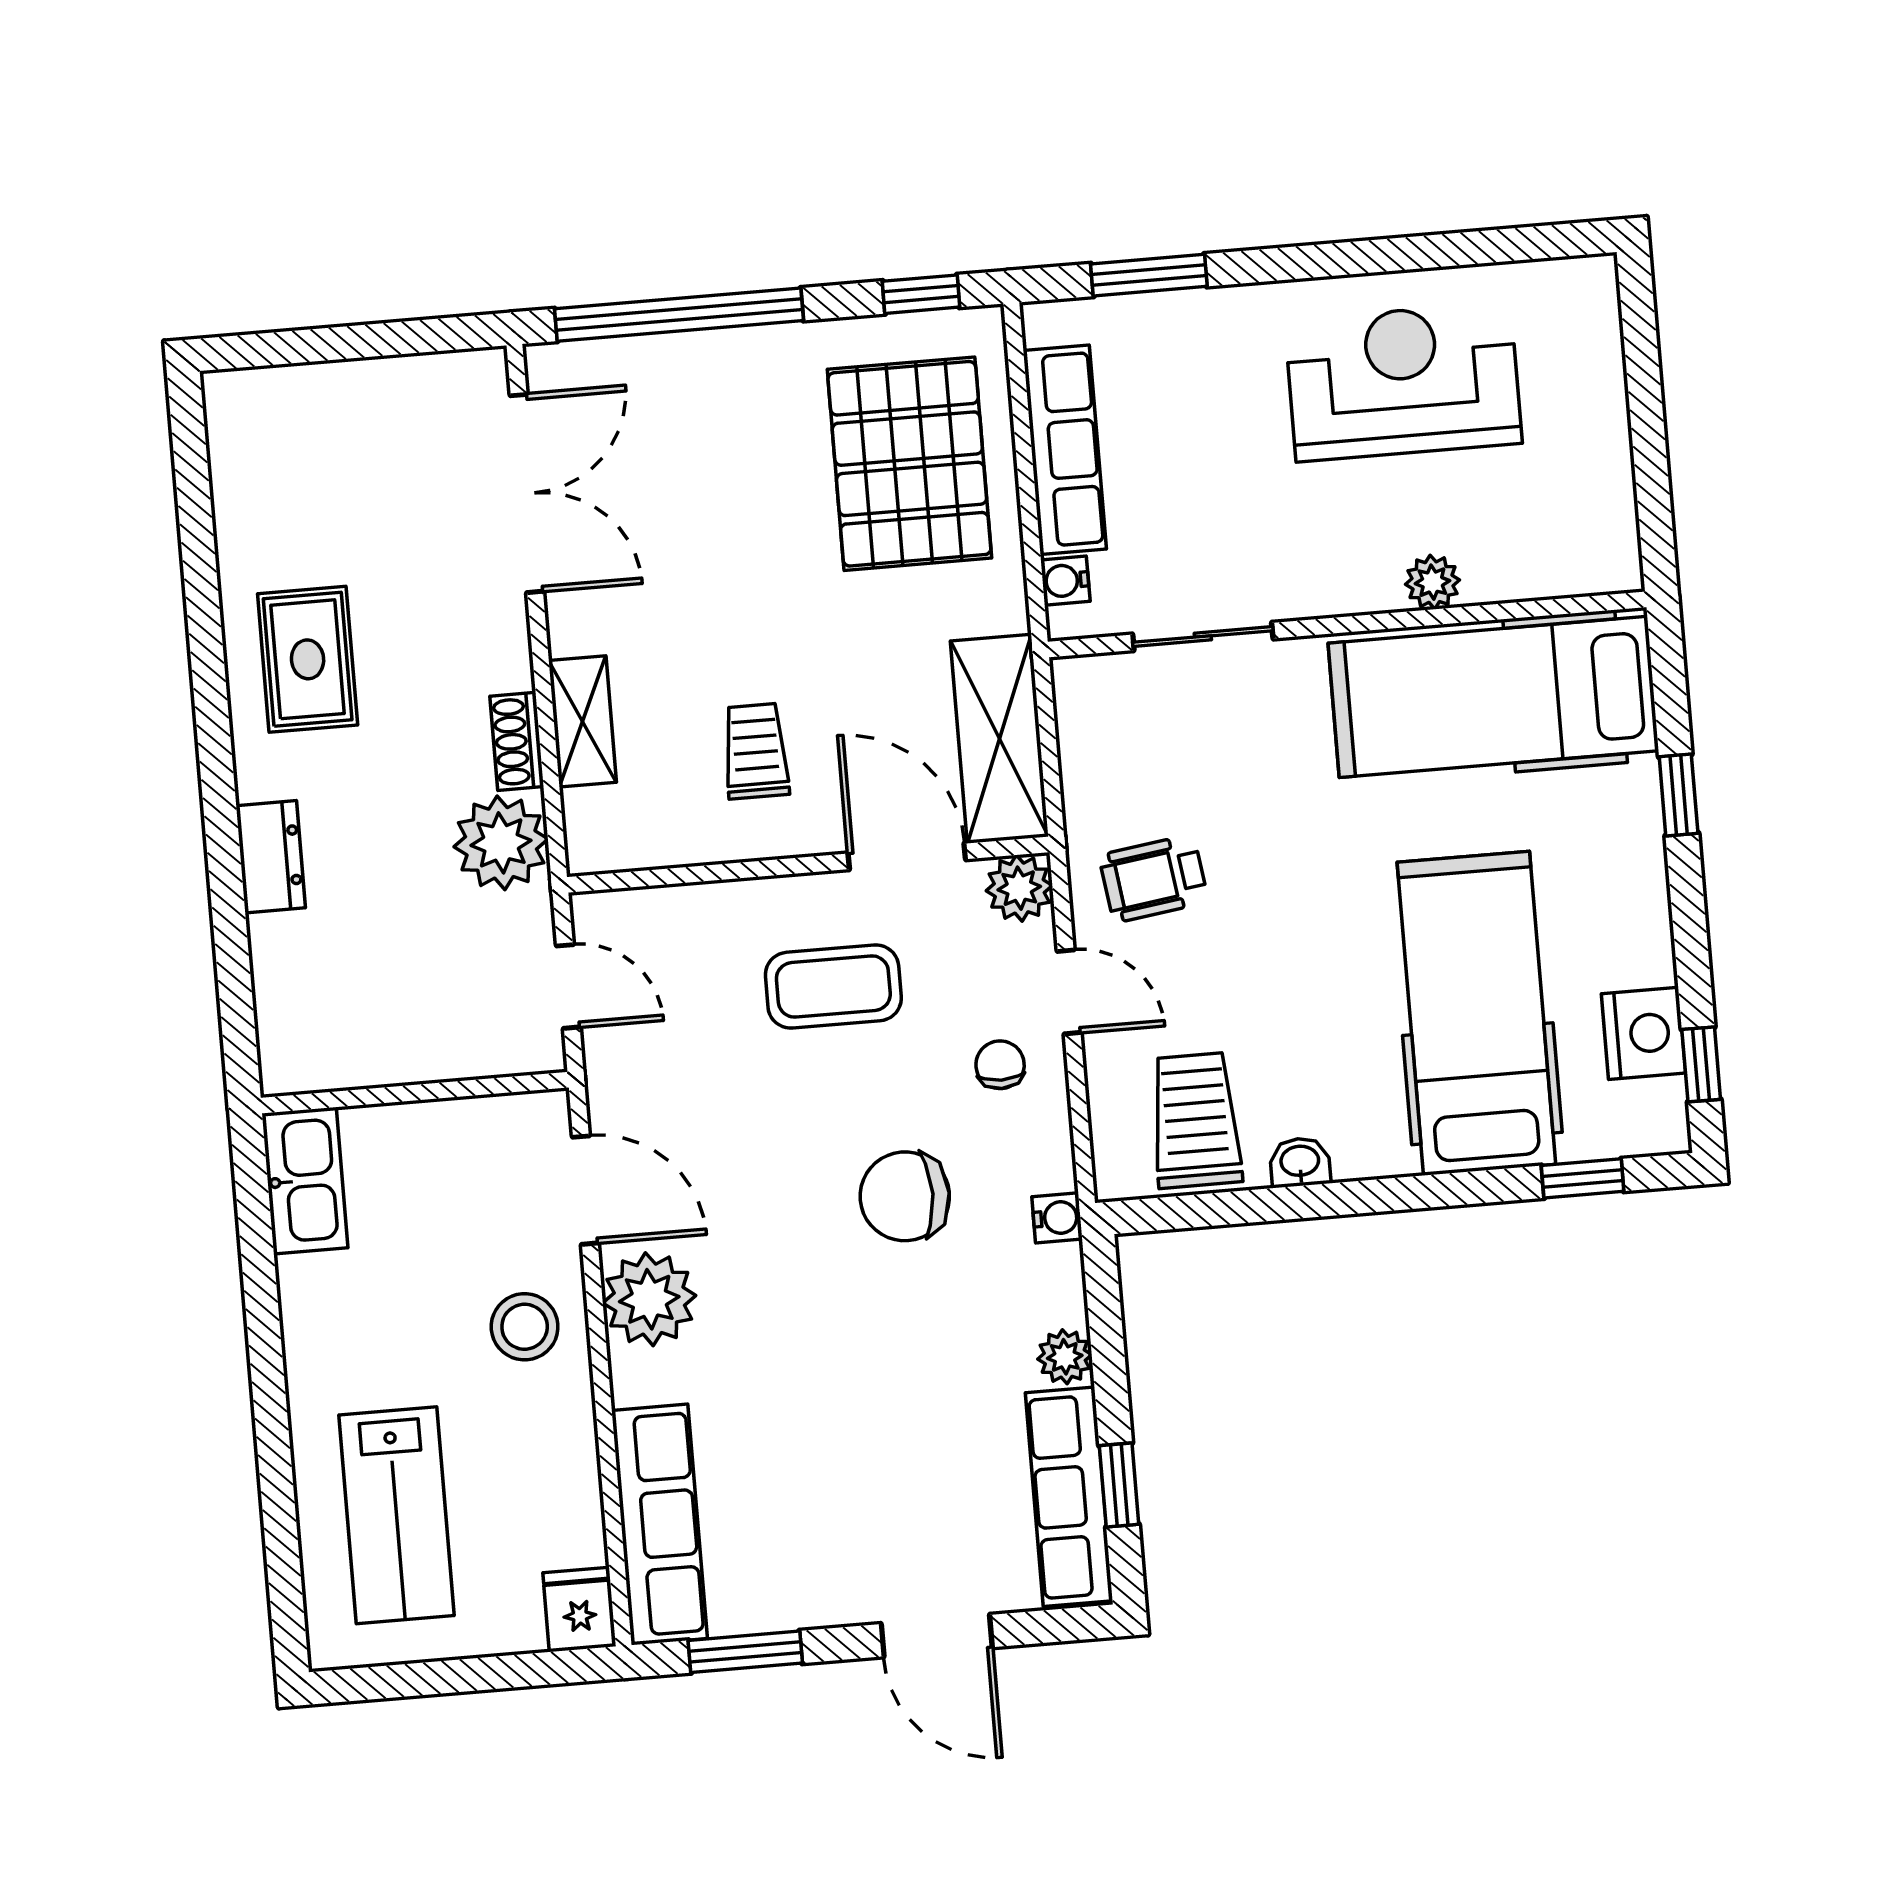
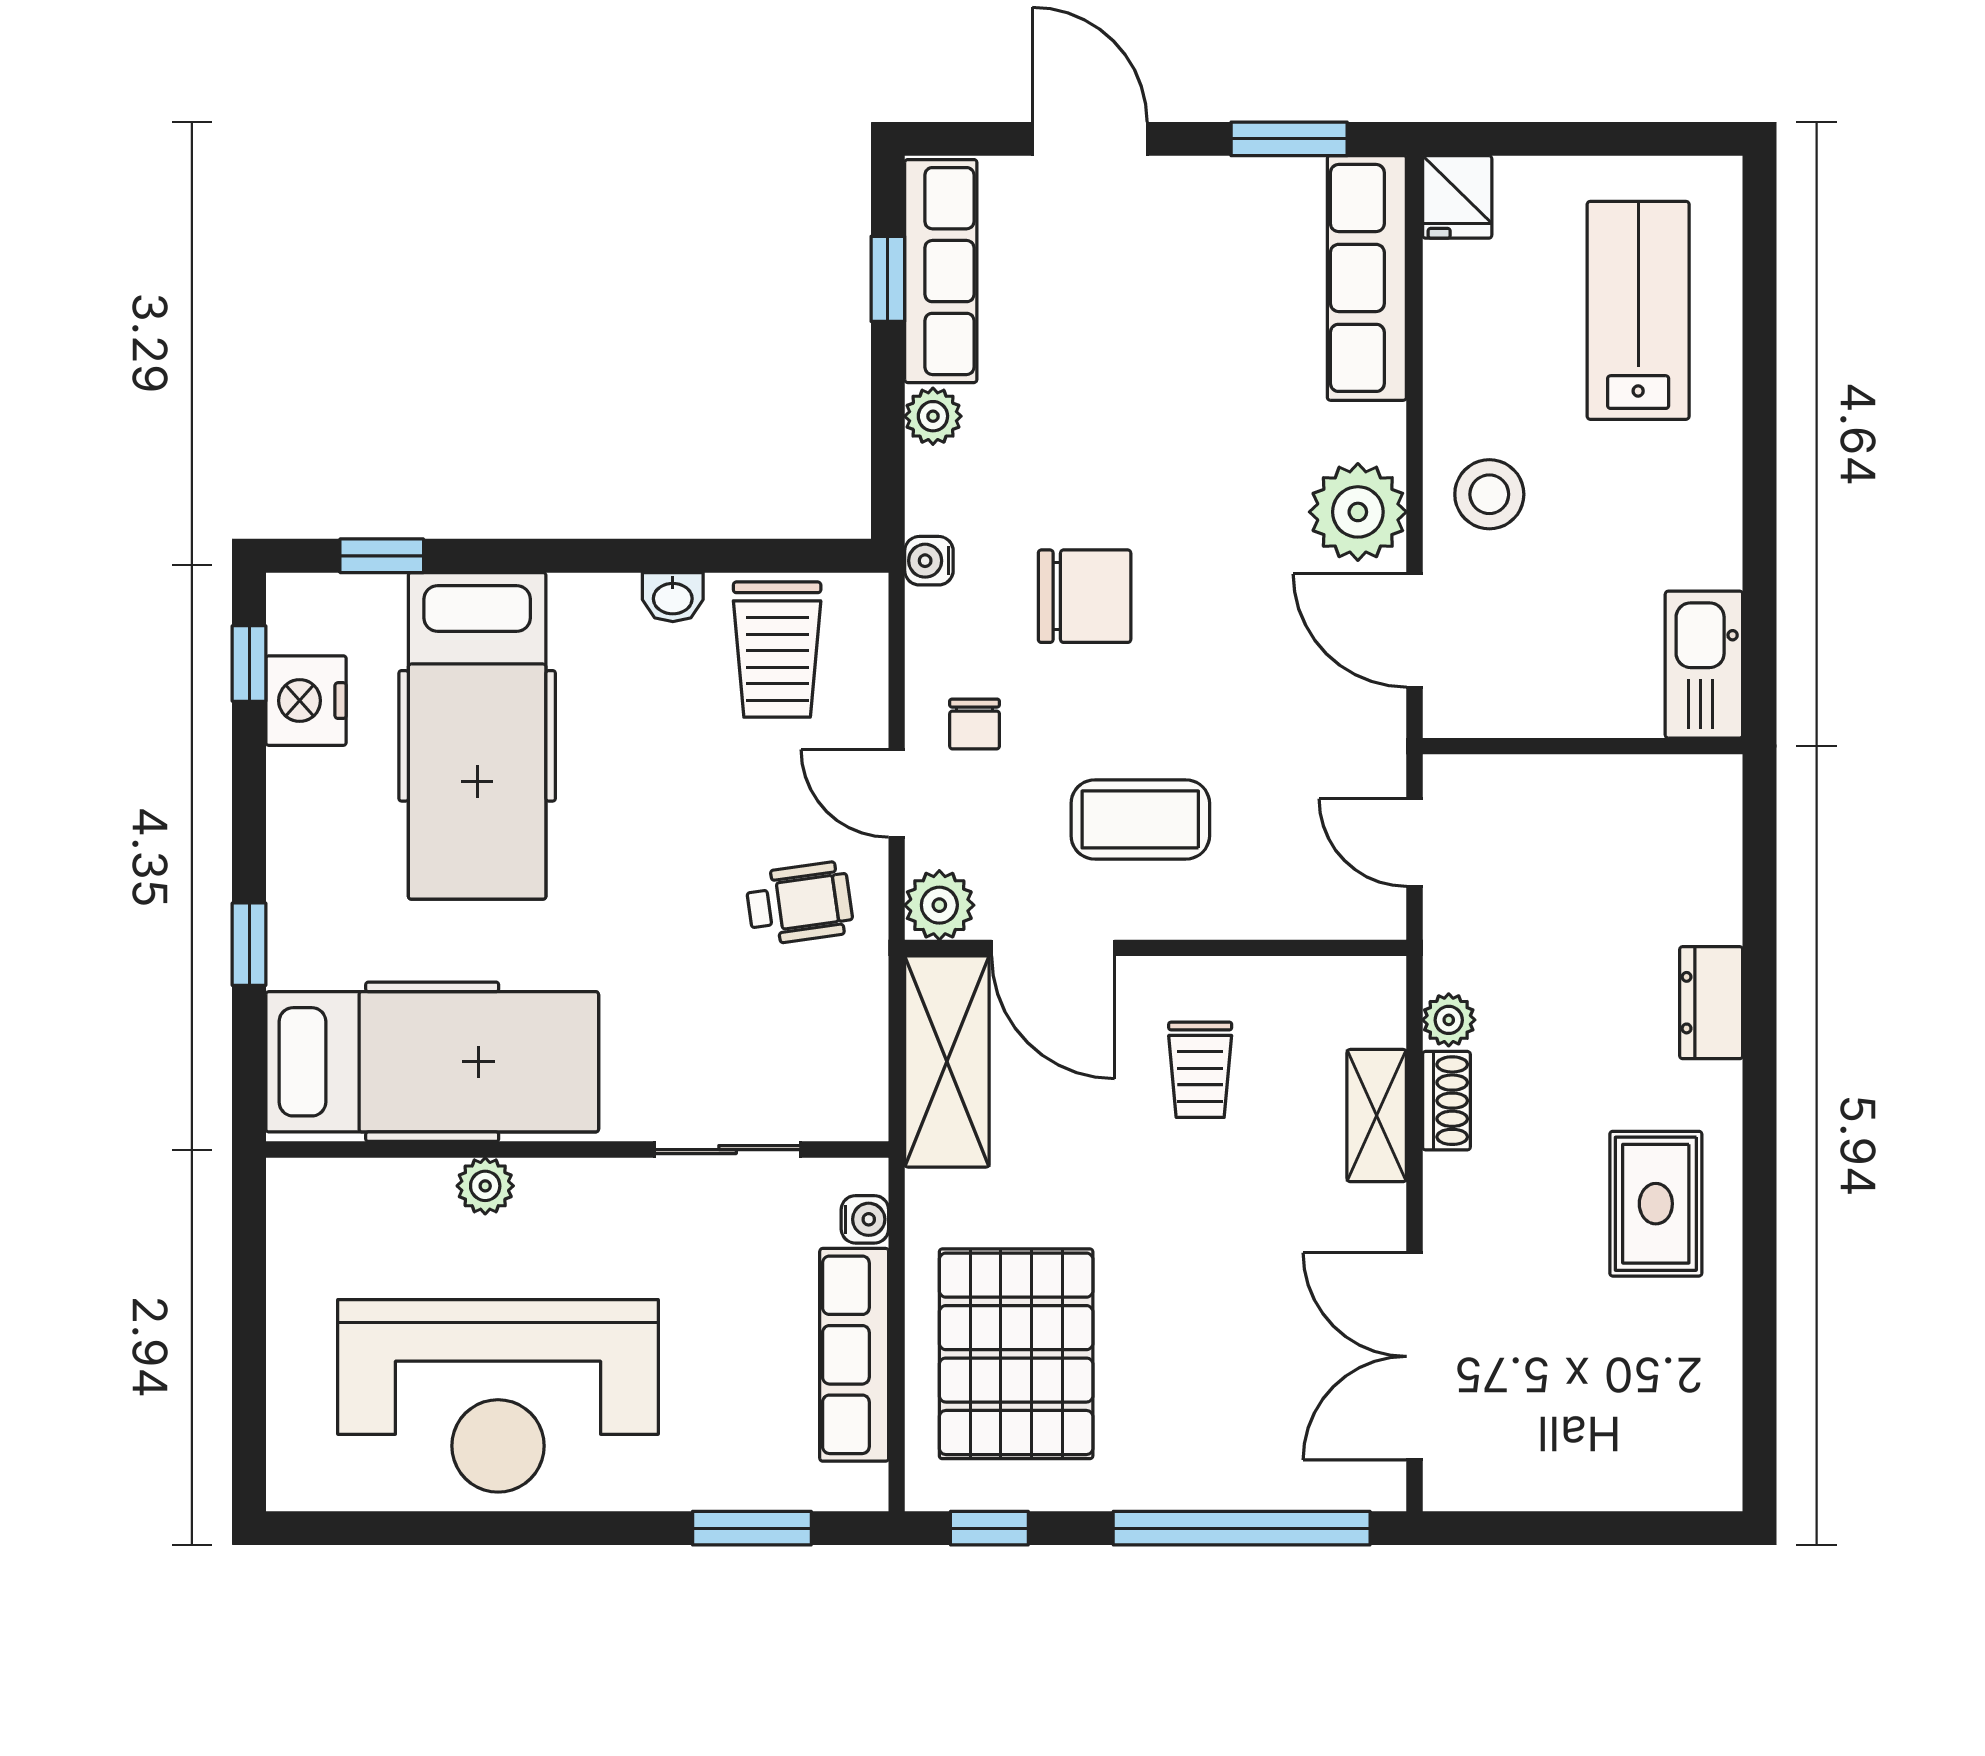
reception desk: (1403, 382) -> (498, 1396), width x1.36, depth x1.30
plant: (501, 843) -> (1449, 1020), width x0.53, depth x0.53

